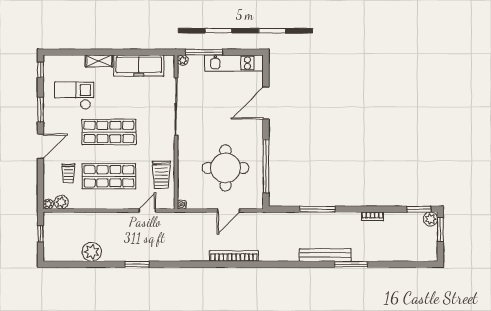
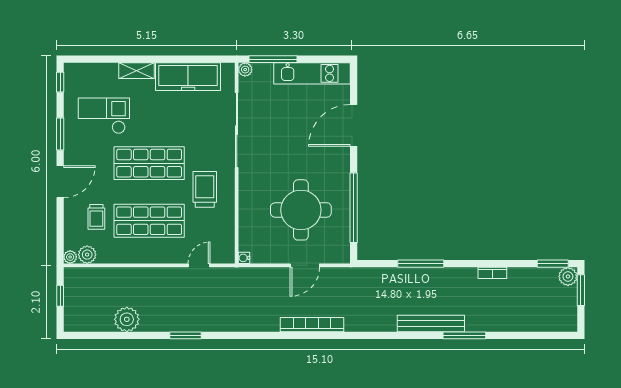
trolley: (161, 175) -> (205, 189), moved, turned 180

